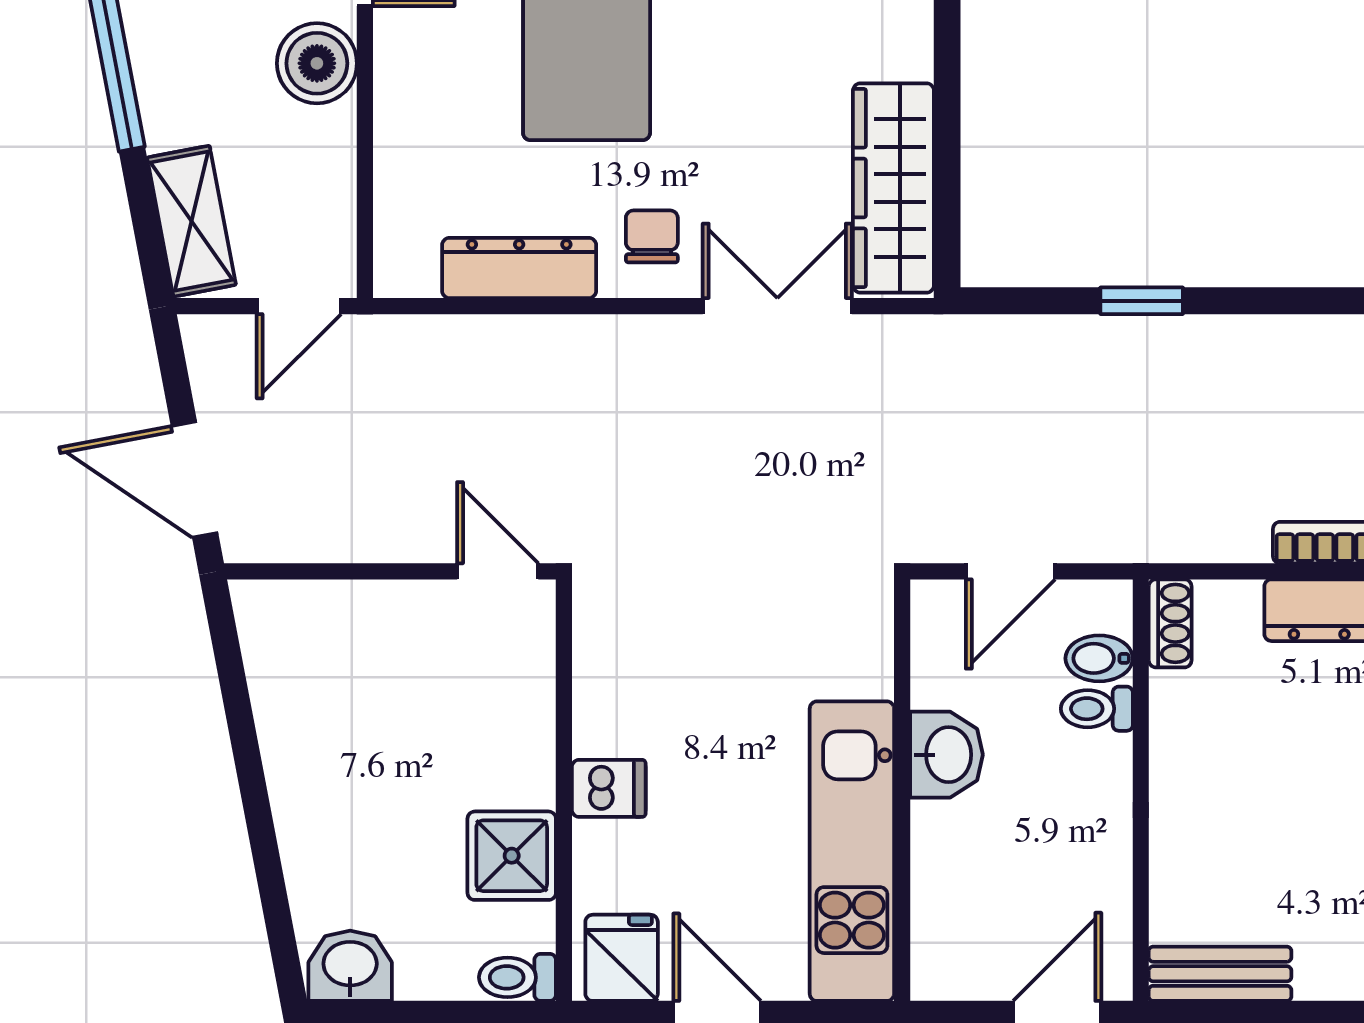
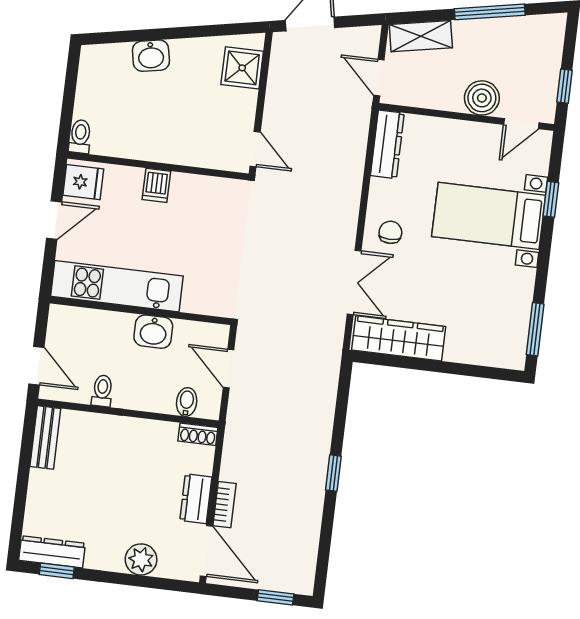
chair: (652, 236) -> (390, 232), turned -90
dresser: (519, 268) -> (387, 144), moved
window: (1142, 301) -> (333, 473), moved
door: (498, 571) -> (255, 149), hinge flipped
toilet: (1097, 709) -> (102, 391), moved
shower: (512, 856) -> (242, 68), moved
washbasin: (350, 966) -> (151, 56), moved, turned 79

